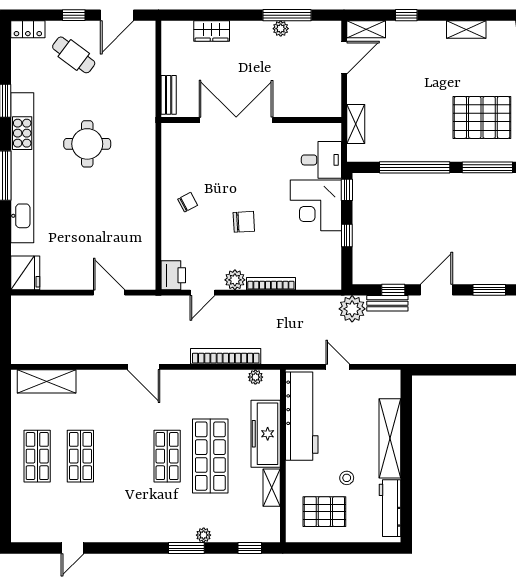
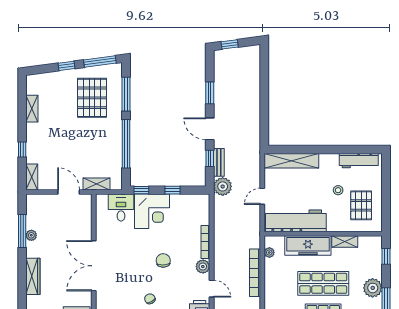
wardrobe: (212, 31) -> (33, 276), width x1.50
door: (344, 58) -> (69, 192), moved
shelving: (390, 438) -> (291, 161), moved
plant: (204, 535) -> (373, 288), width x1.88, depth x1.88

